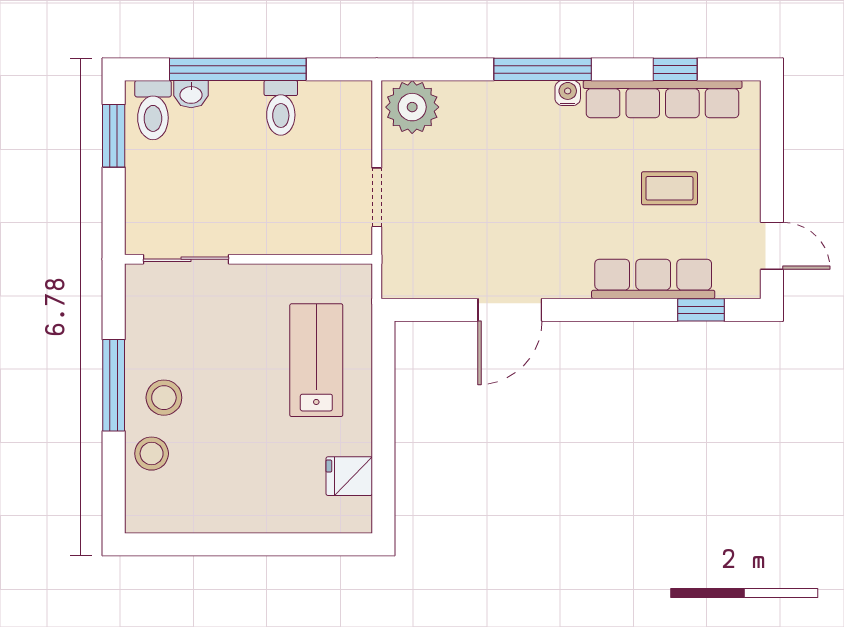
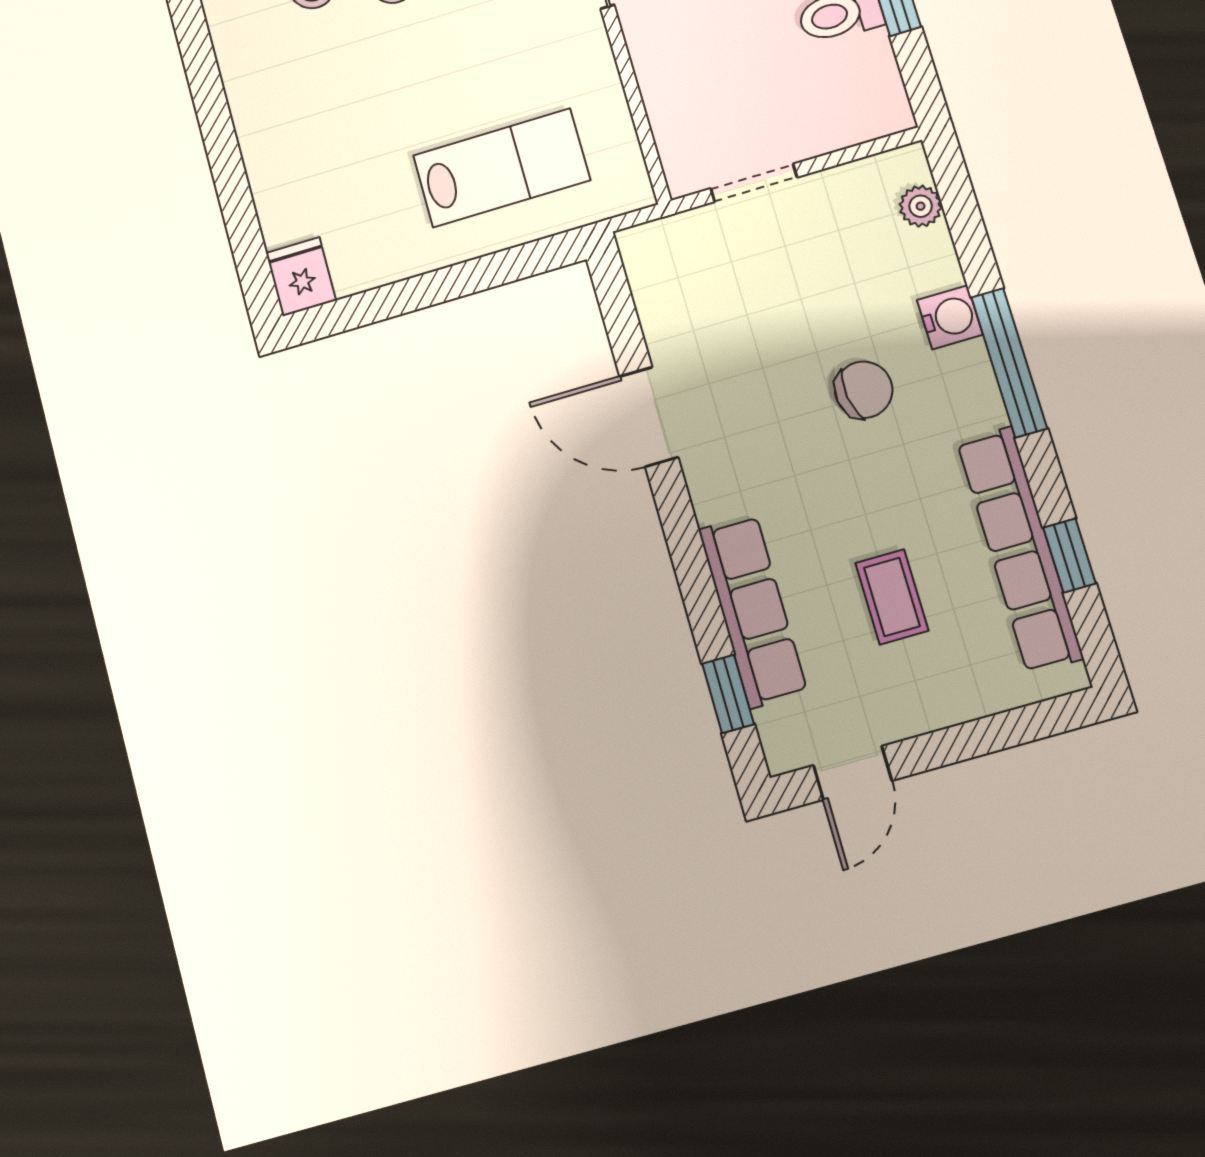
water cooler: (568, 93) -> (950, 317), moved, width x1.38, depth x1.38
plant: (412, 107) -> (921, 206), width x0.53, depth x0.53
chair: (533, 167) -> (864, 390), added
fridge: (349, 476) -> (301, 277), moved

